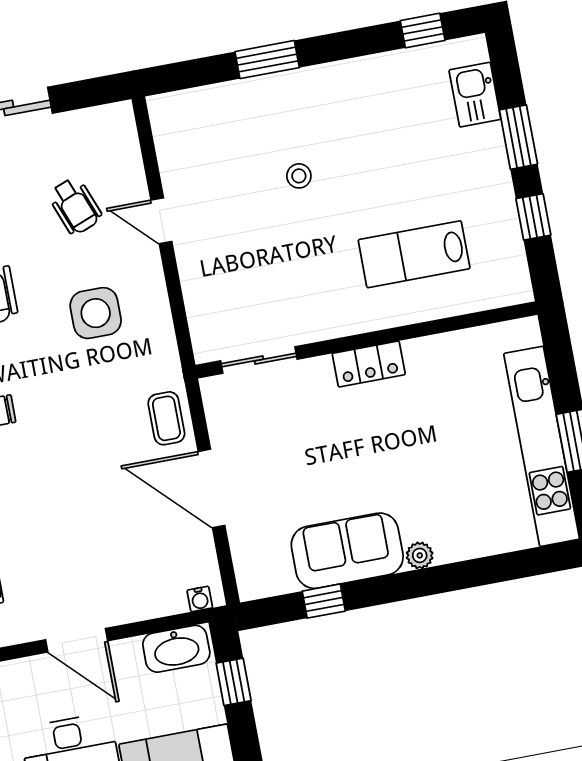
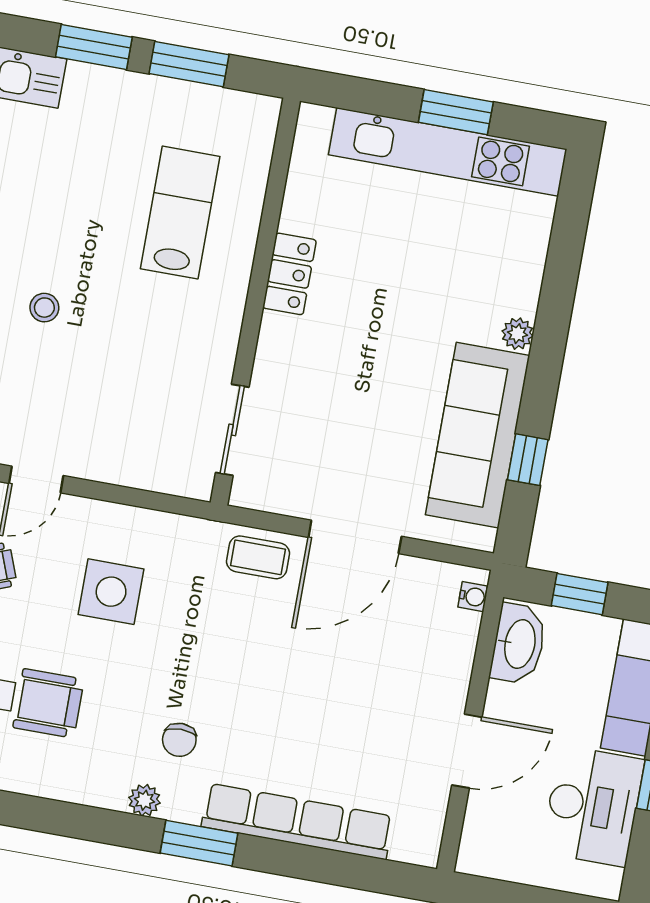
window: (533, 217) -> (189, 64), width x1.50
lab bench: (414, 254) -> (180, 213), turned 180
locker: (369, 364) -> (289, 274), moved
sofa: (347, 551) -> (478, 435), width x1.36

